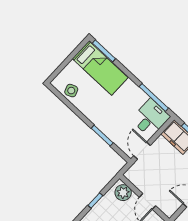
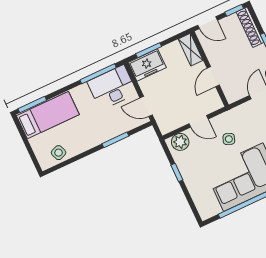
desk: (150, 118) -> (112, 88), width x1.37

